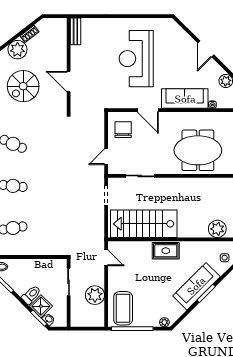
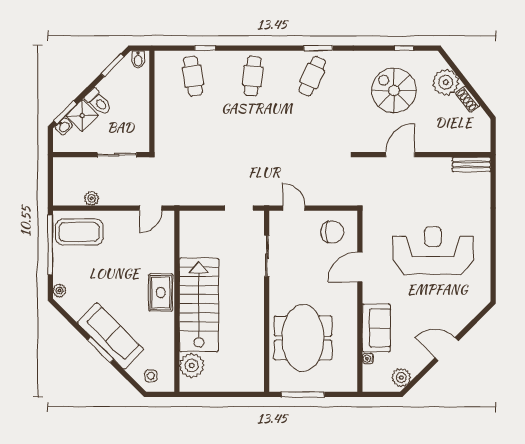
sofa: (185, 99) -> (376, 328), width x0.73
stairs: (144, 224) -> (199, 305), moved
plant: (95, 295) -> (92, 198), width x0.53, depth x0.53

